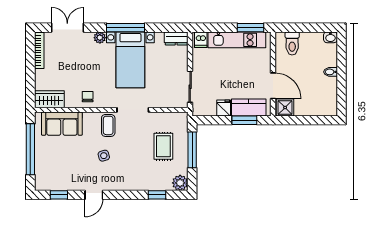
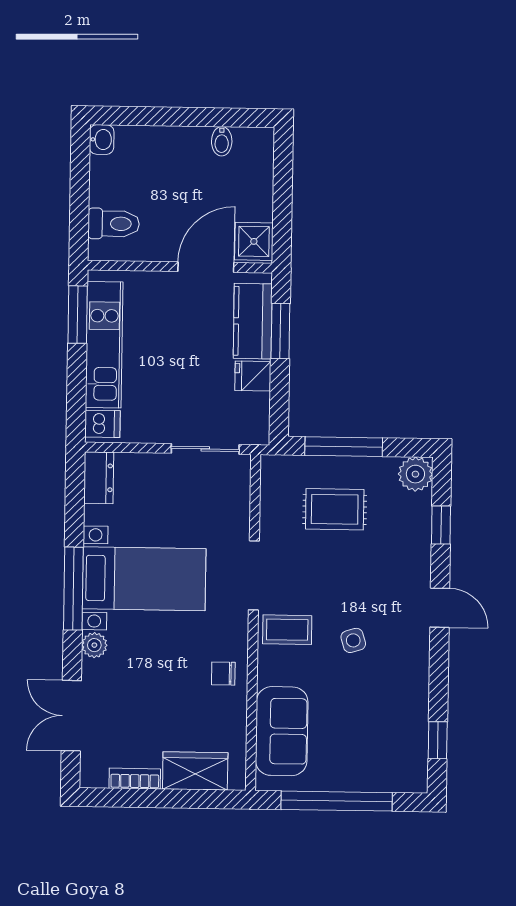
bookcase: (39, 50) -> (135, 779), width x0.64
bidet: (331, 72) -> (222, 141), moved
wardrobe: (49, 99) -> (195, 771), moved, turned 90
door: (94, 195) -> (440, 608), moved

